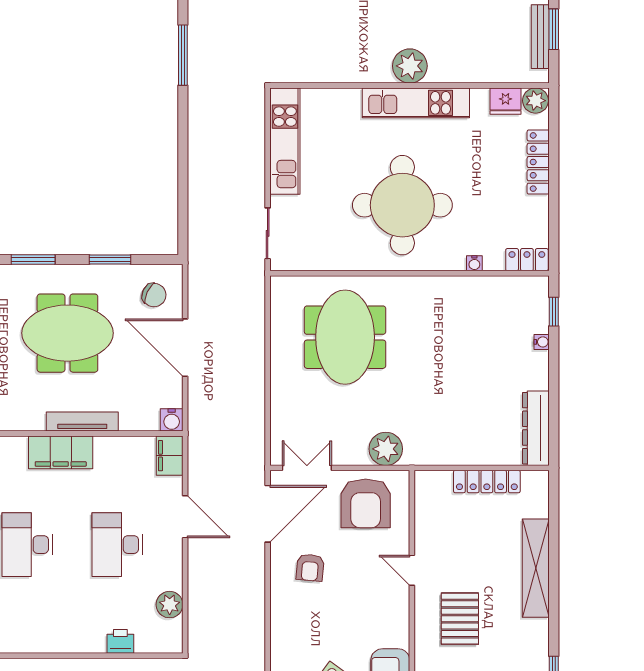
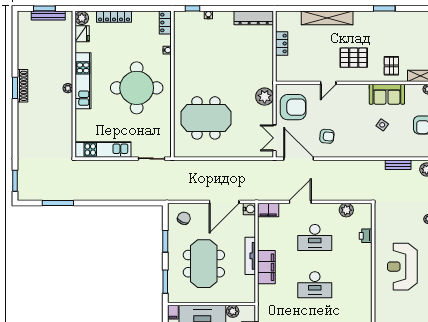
plant: (410, 66) -> (68, 88), width x0.53, depth x0.53
door: (185, 348) -> (224, 202), moved
locker: (487, 481) -> (282, 44), width x0.66

